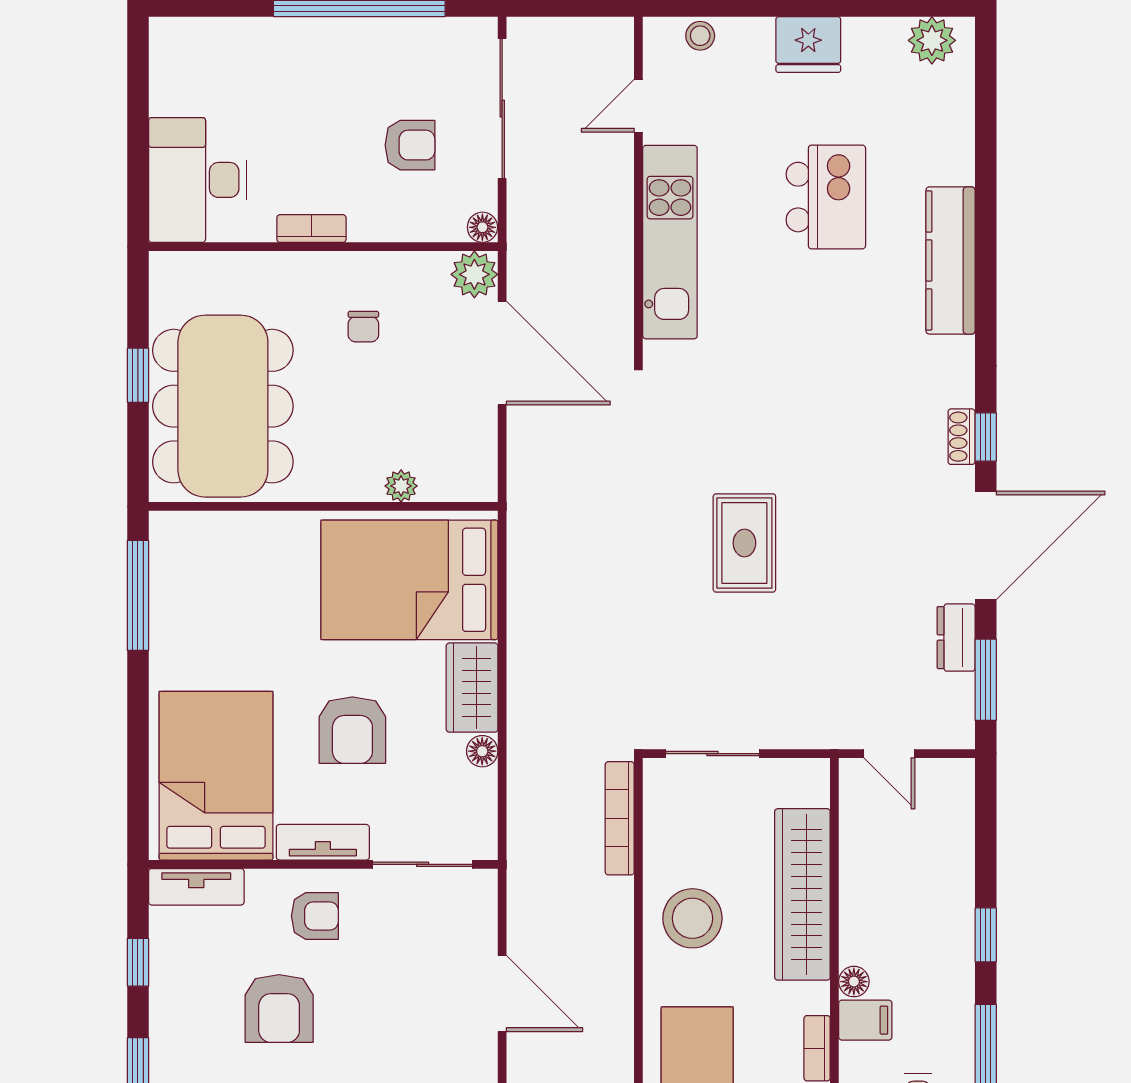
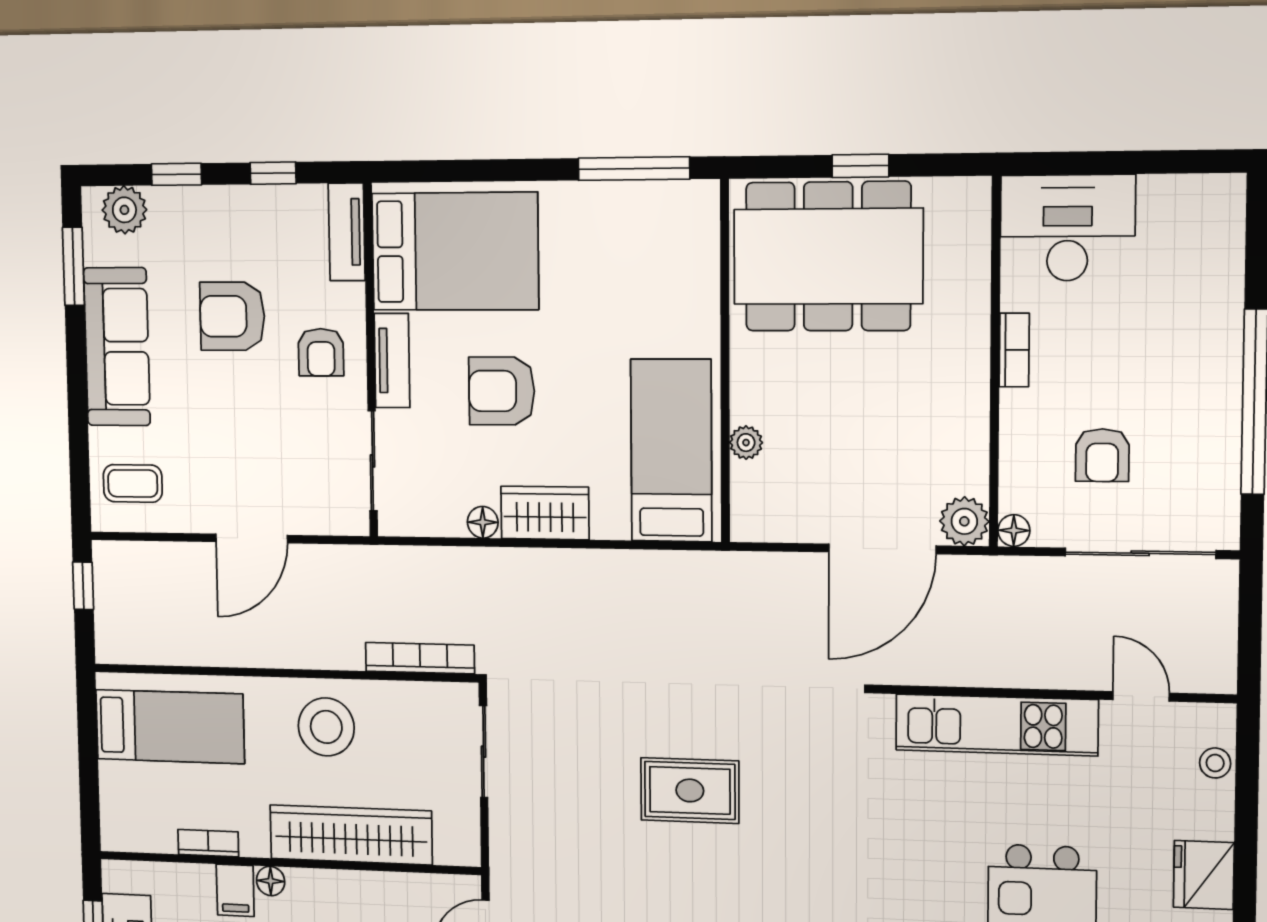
chair: (363, 327) -> (910, 404), removed
bed: (409, 580) -> (671, 450), width x0.67

